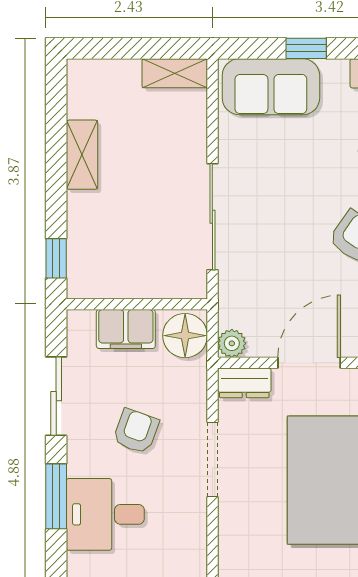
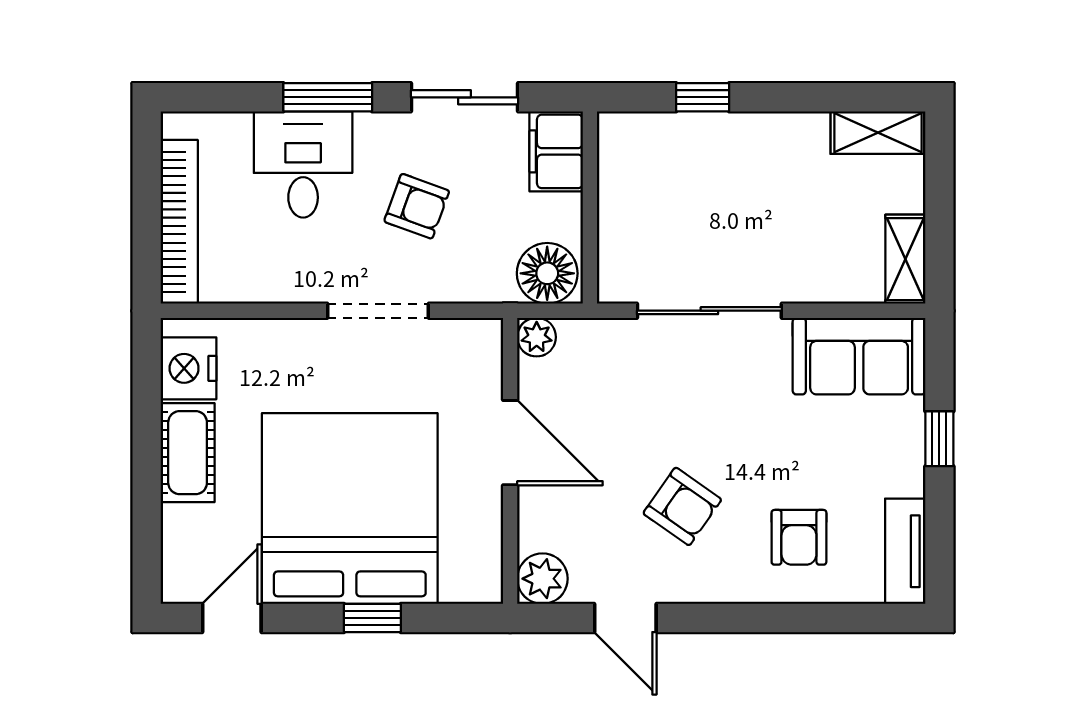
sofa: (271, 87) -> (859, 356), moved, turned -90
shelving: (82, 155) -> (878, 133), moved
window: (56, 258) -> (703, 97), moved
filing cabinet: (126, 329) -> (556, 151), moved
dresser: (244, 383) -> (483, 354), removed

